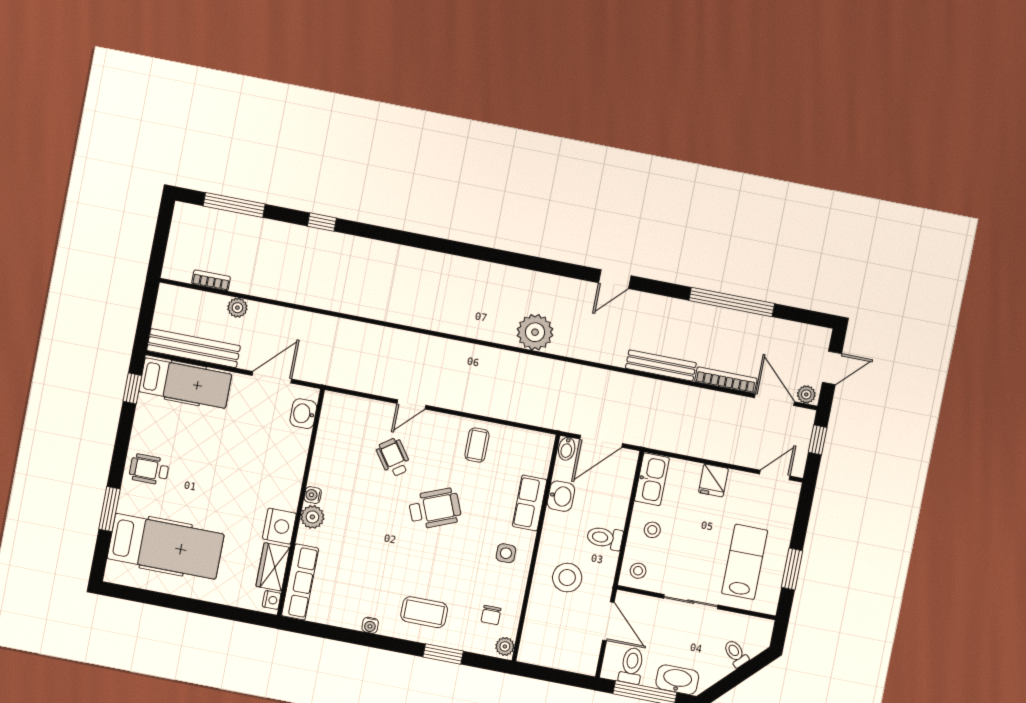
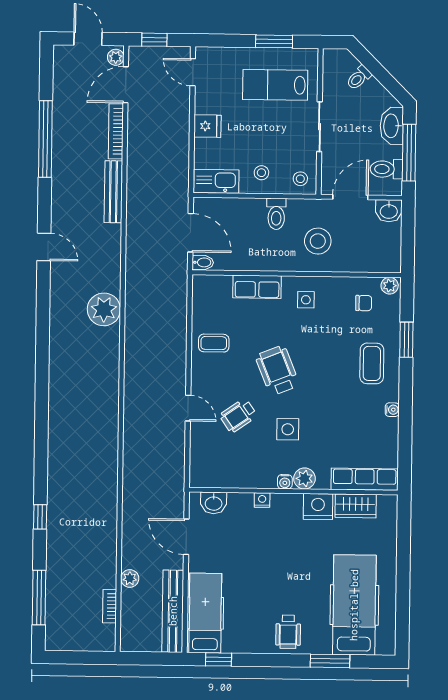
washbasin: (561, 496) -> (389, 211), moved, turned 180
side table: (369, 508) -> (288, 429), added
nightstand: (272, 600) -> (262, 500), moved

